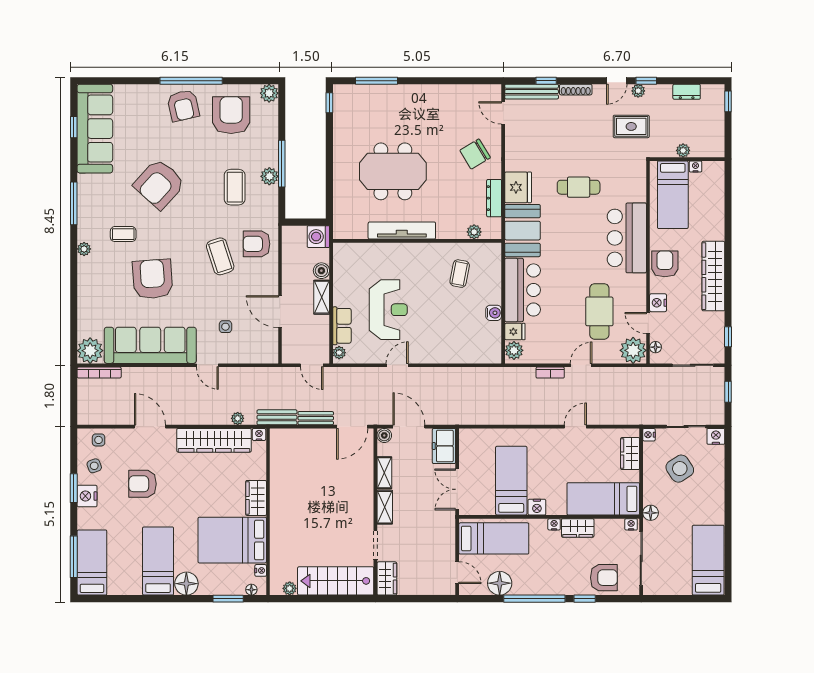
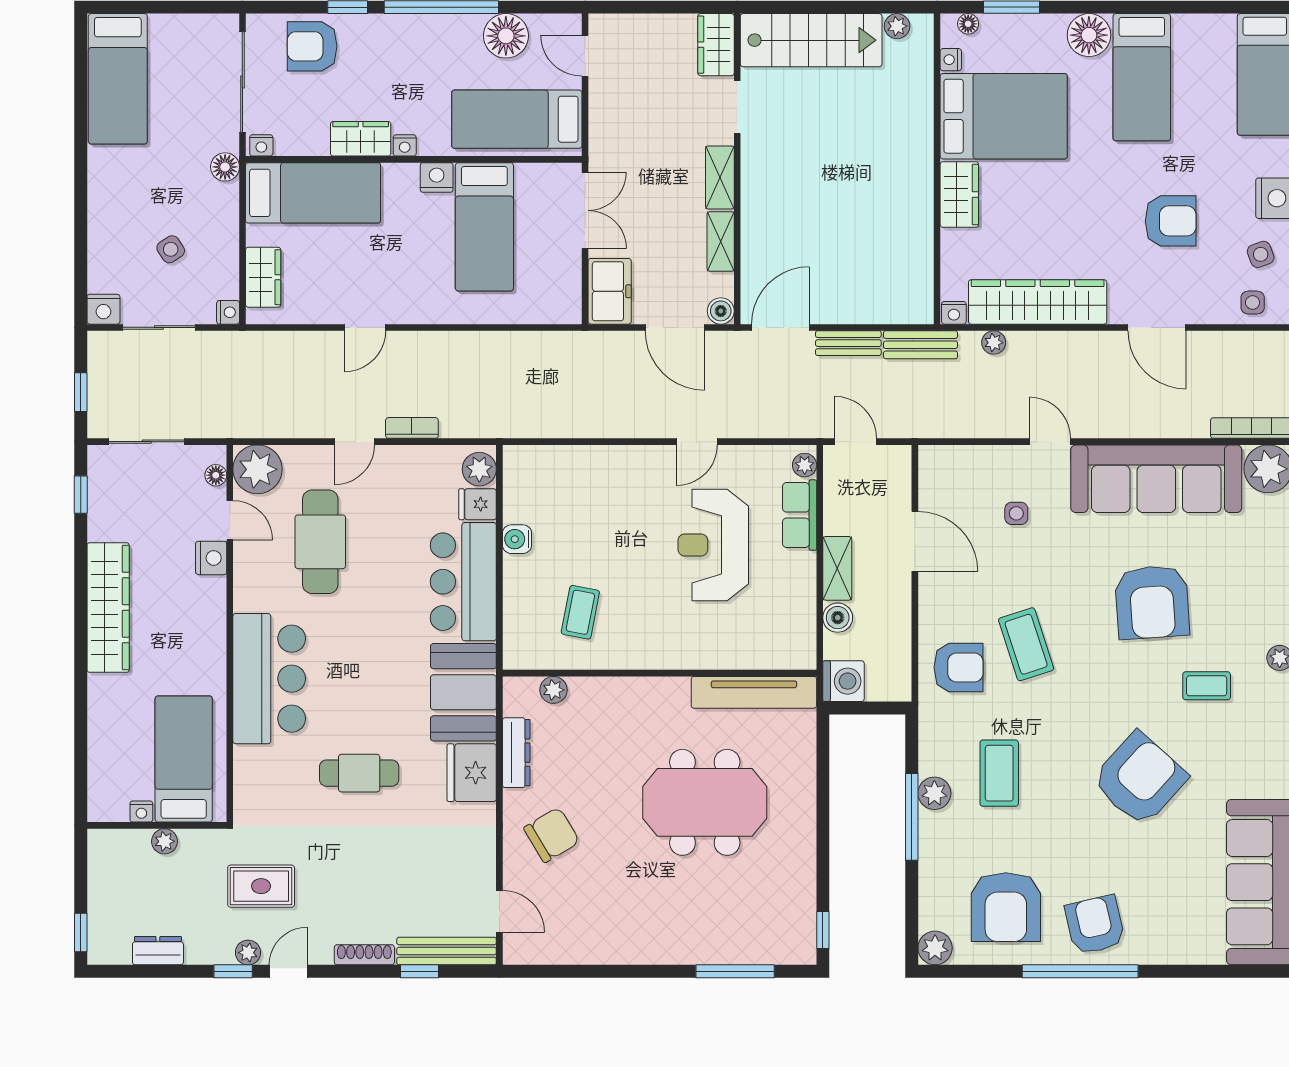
tv unit: (402, 231) -> (754, 692), moved
armchair: (665, 264) -> (199, 630), removed
side table: (680, 469) -> (171, 249), width x0.54, depth x0.54

